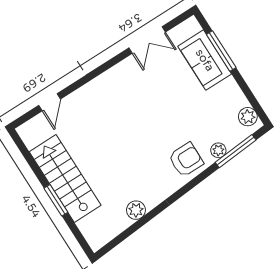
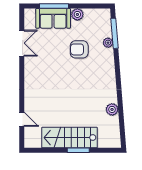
plant: (248, 117) -> (77, 14), moved
armchair: (186, 160) -> (79, 49), moved, turned -90

